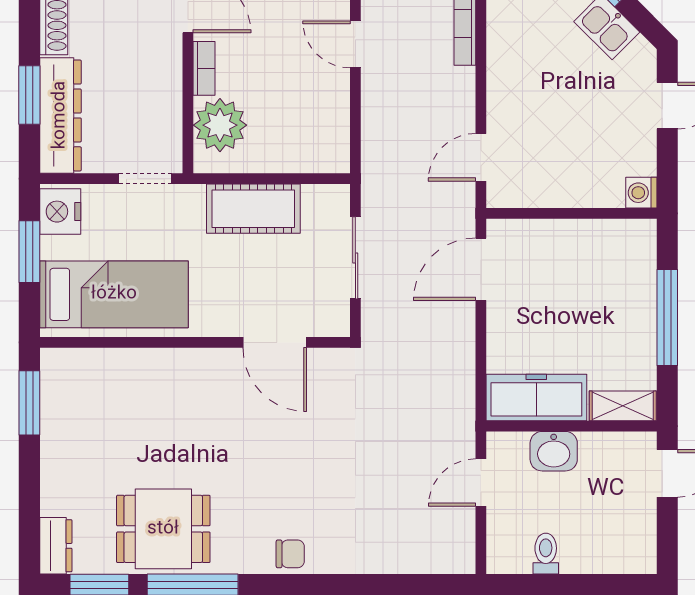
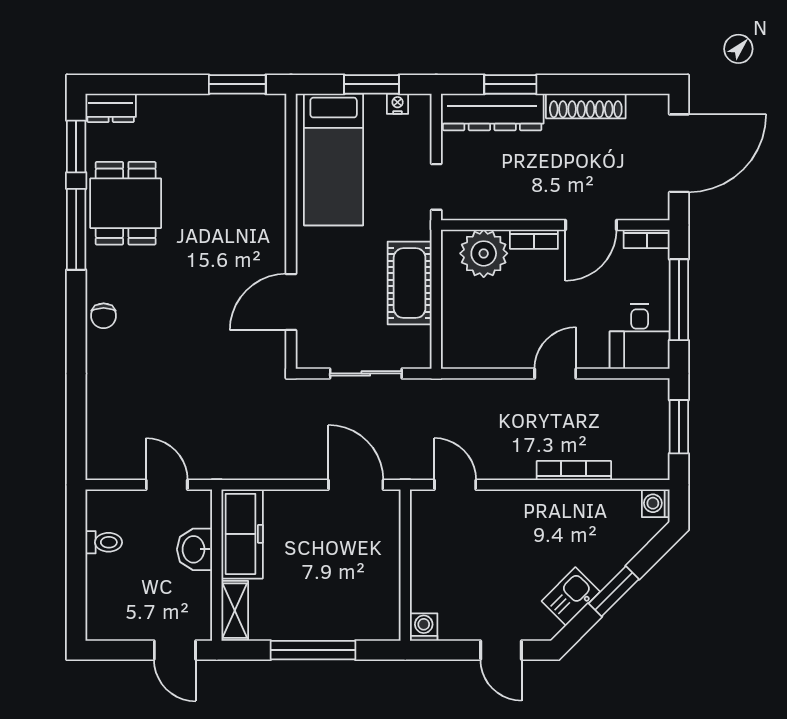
nightstand: (60, 212) -> (398, 104), width x0.53, depth x0.56

